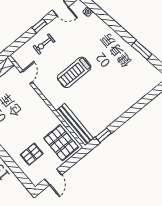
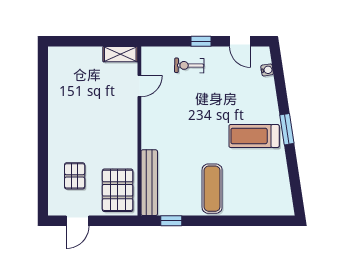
window: (142, 50) -> (287, 129), moved
treadmill: (74, 72) -> (254, 136), moved
exercise mat: (111, 100) -> (212, 189), added
pallet: (32, 154) -> (75, 176), turned 90

